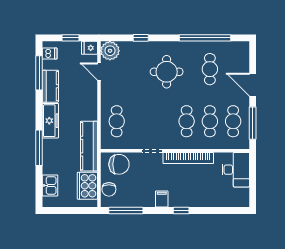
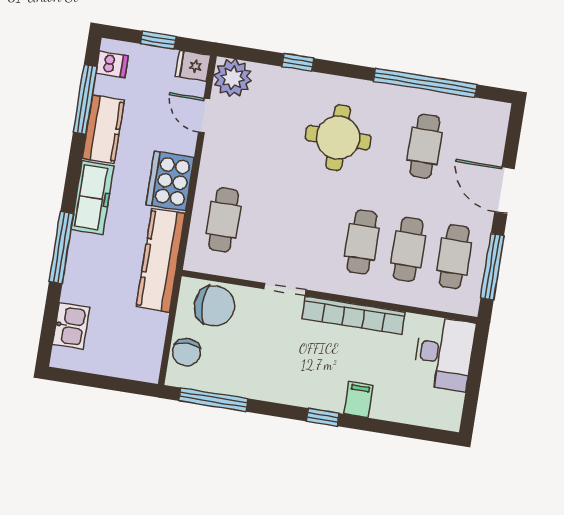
cooker: (87, 186) -> (170, 181), moved
filing cabinet: (162, 199) -> (359, 400), moved

